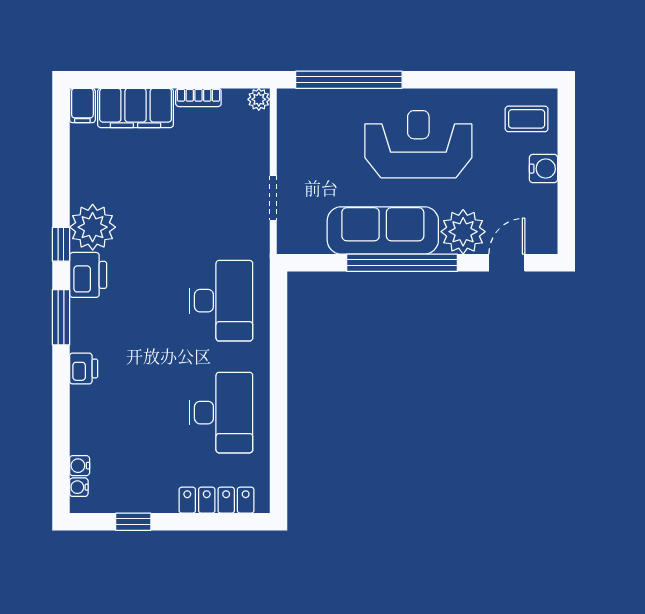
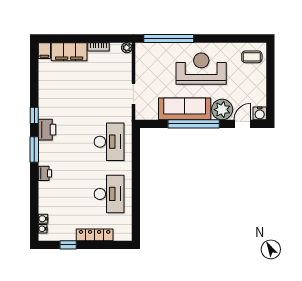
water cooler: (543, 169) -> (260, 113), moved, turned 90
plant: (93, 227) -> (49, 107), removed
locker: (216, 500) -> (95, 235), moved

